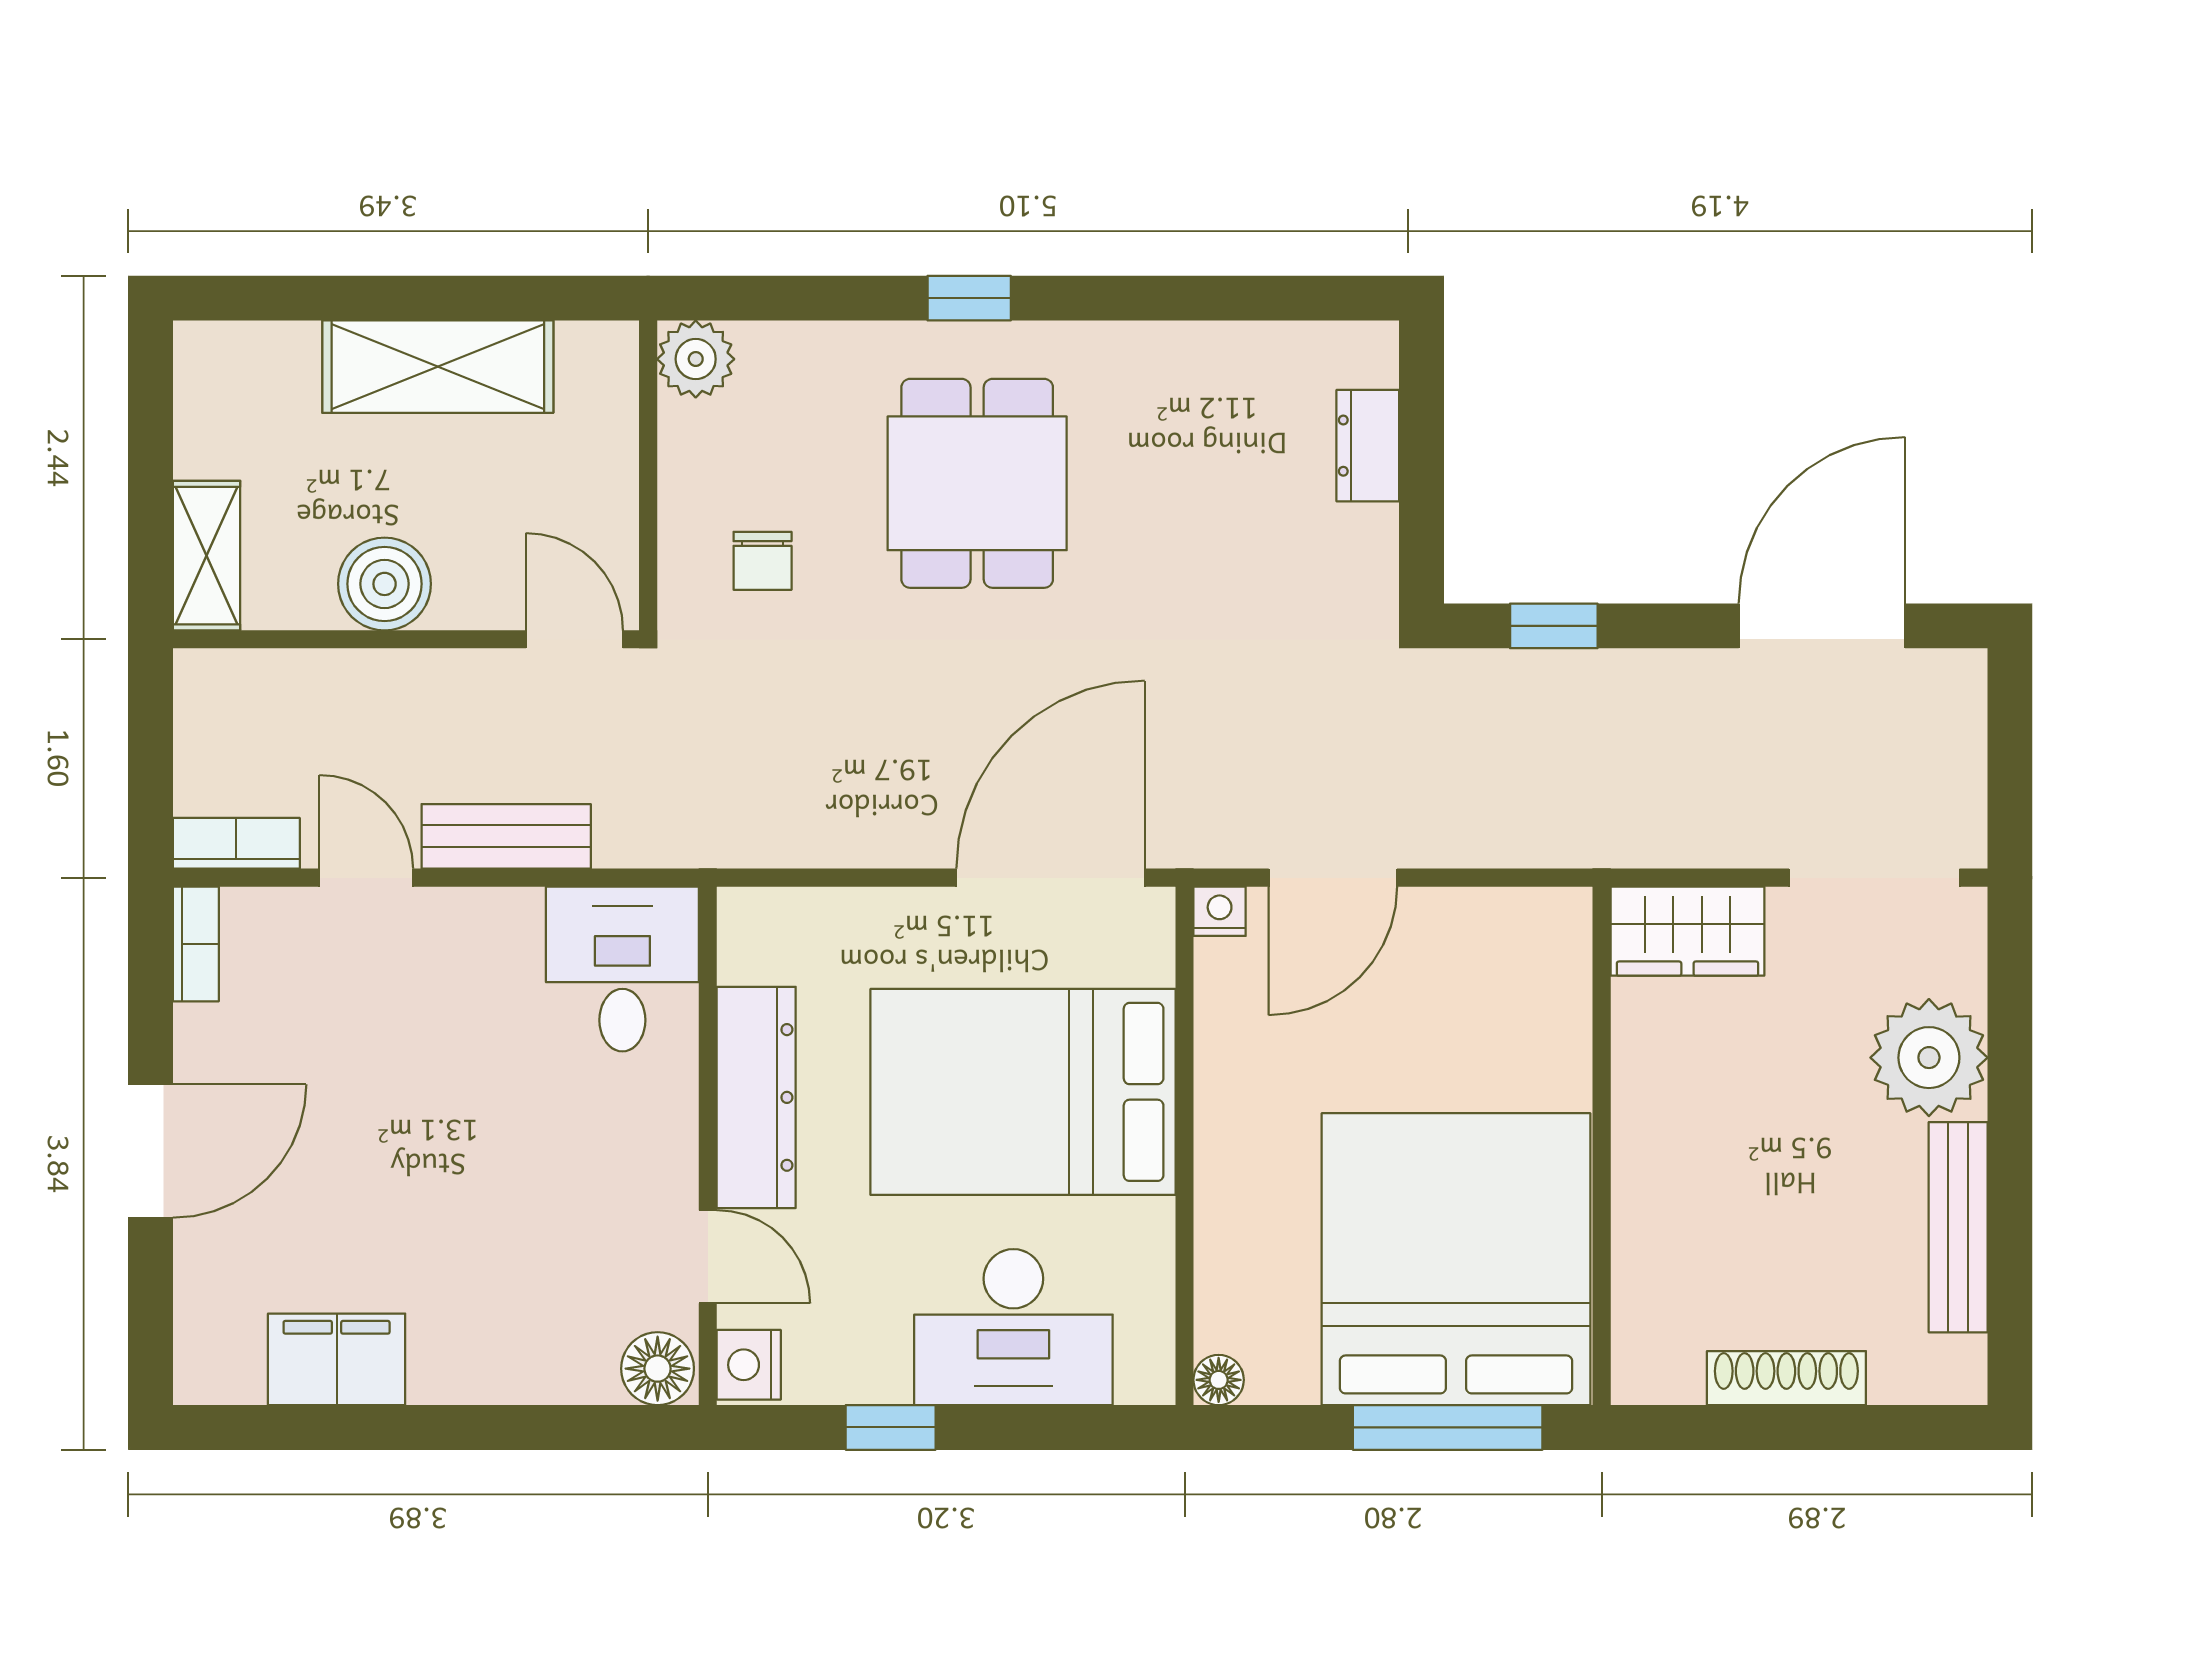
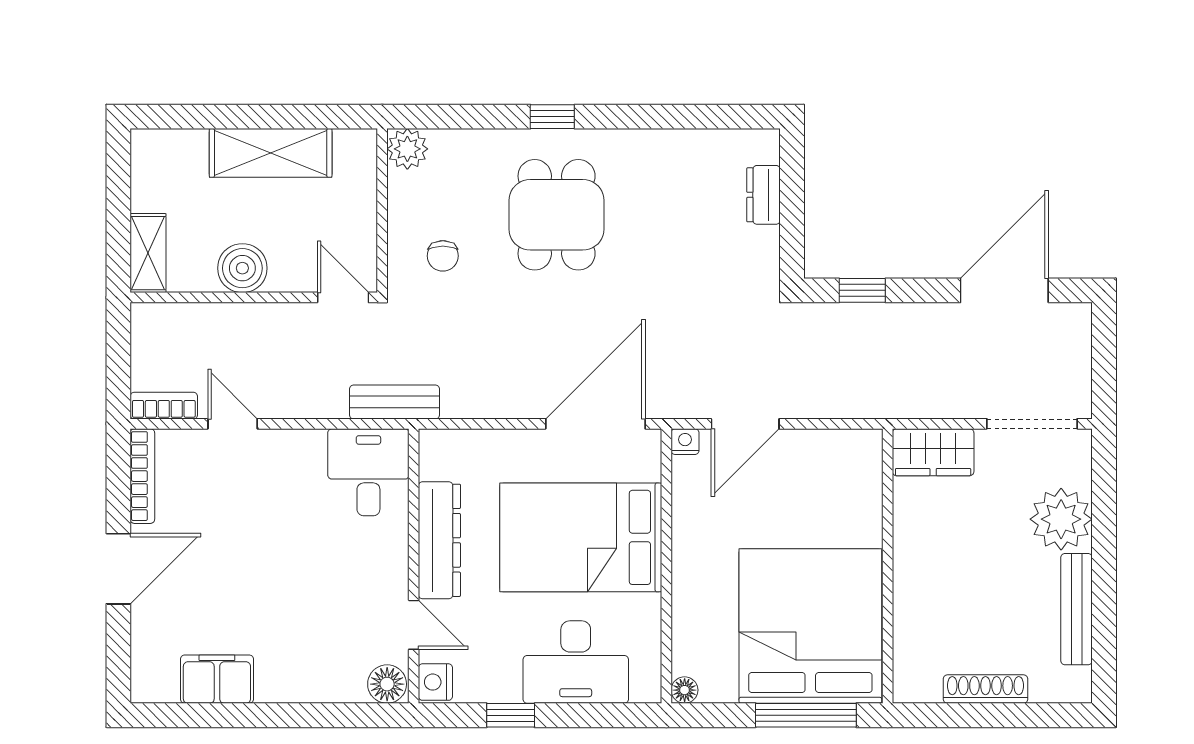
bench: (506, 836) -> (395, 402), moved
bookcase: (196, 944) -> (142, 476), width x1.56

